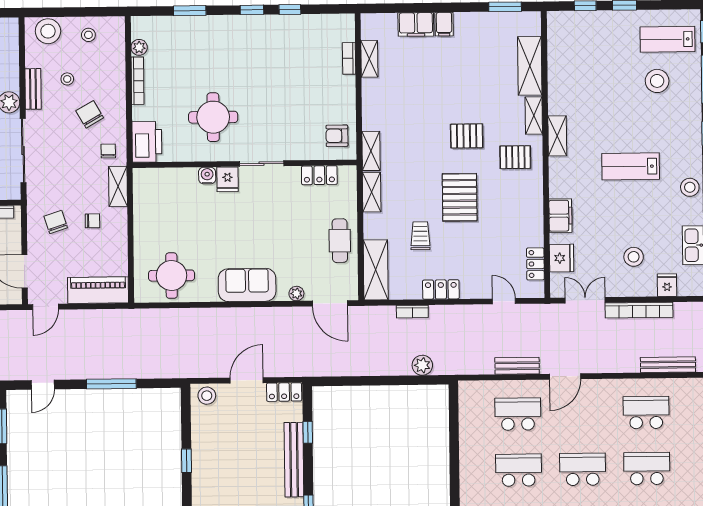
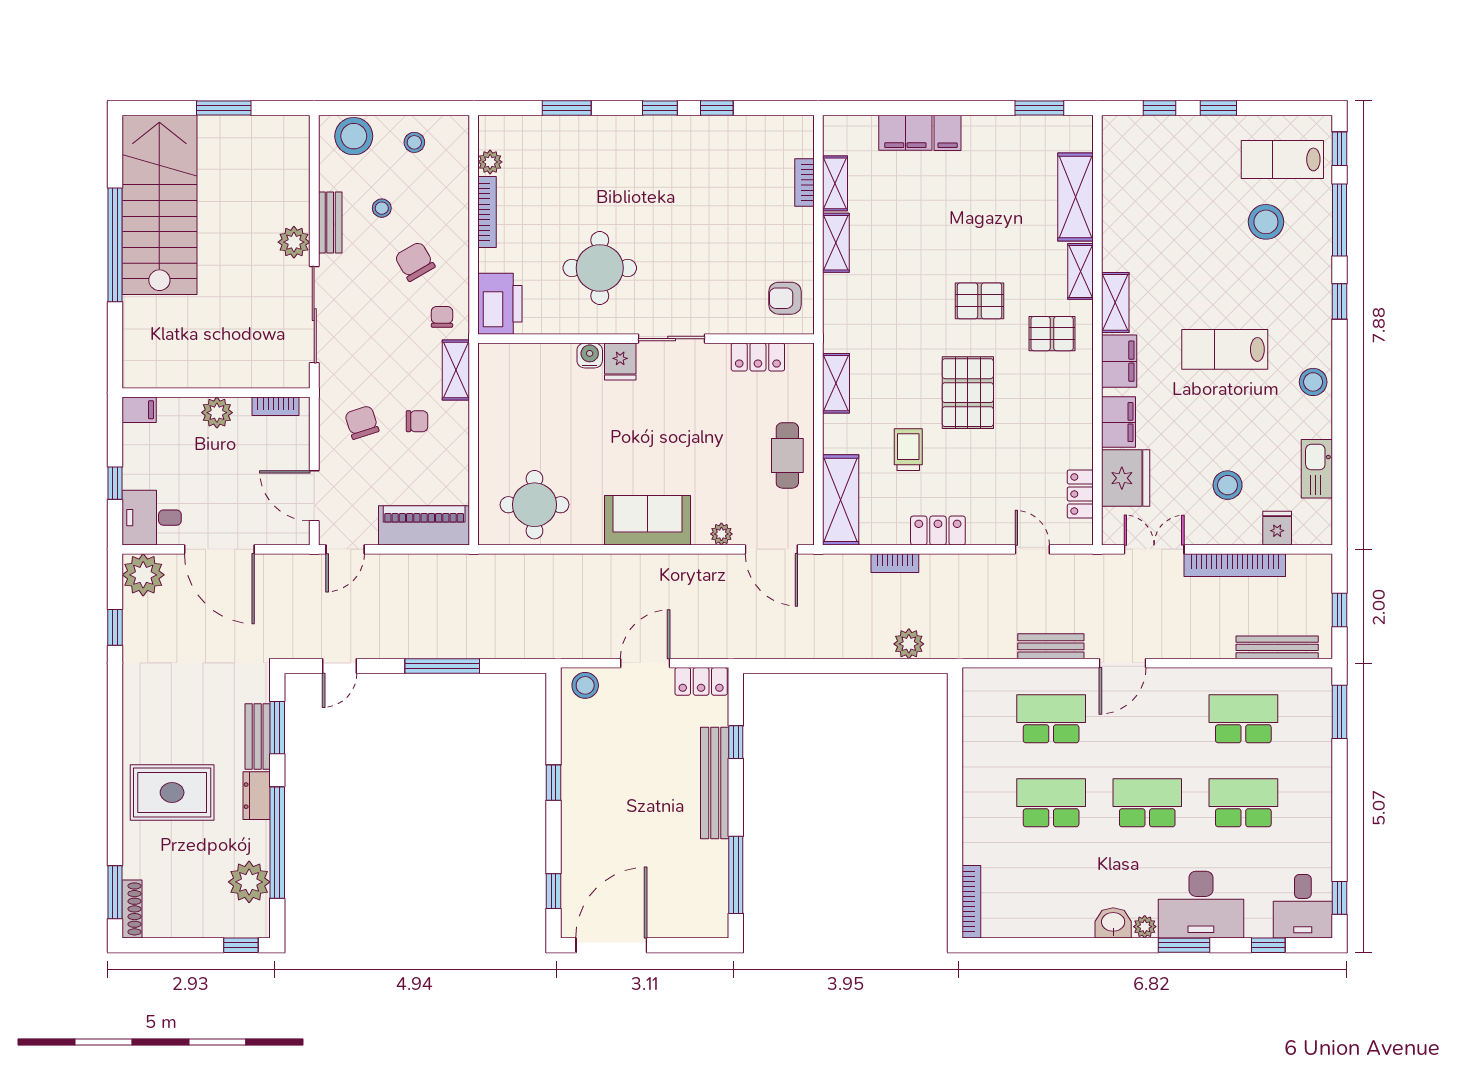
shelving: (371, 151) -> (836, 243), moved
filing cabinet: (560, 175) -> (1119, 361), added
fridge: (562, 258) -> (1126, 478), width x1.36, depth x1.34

